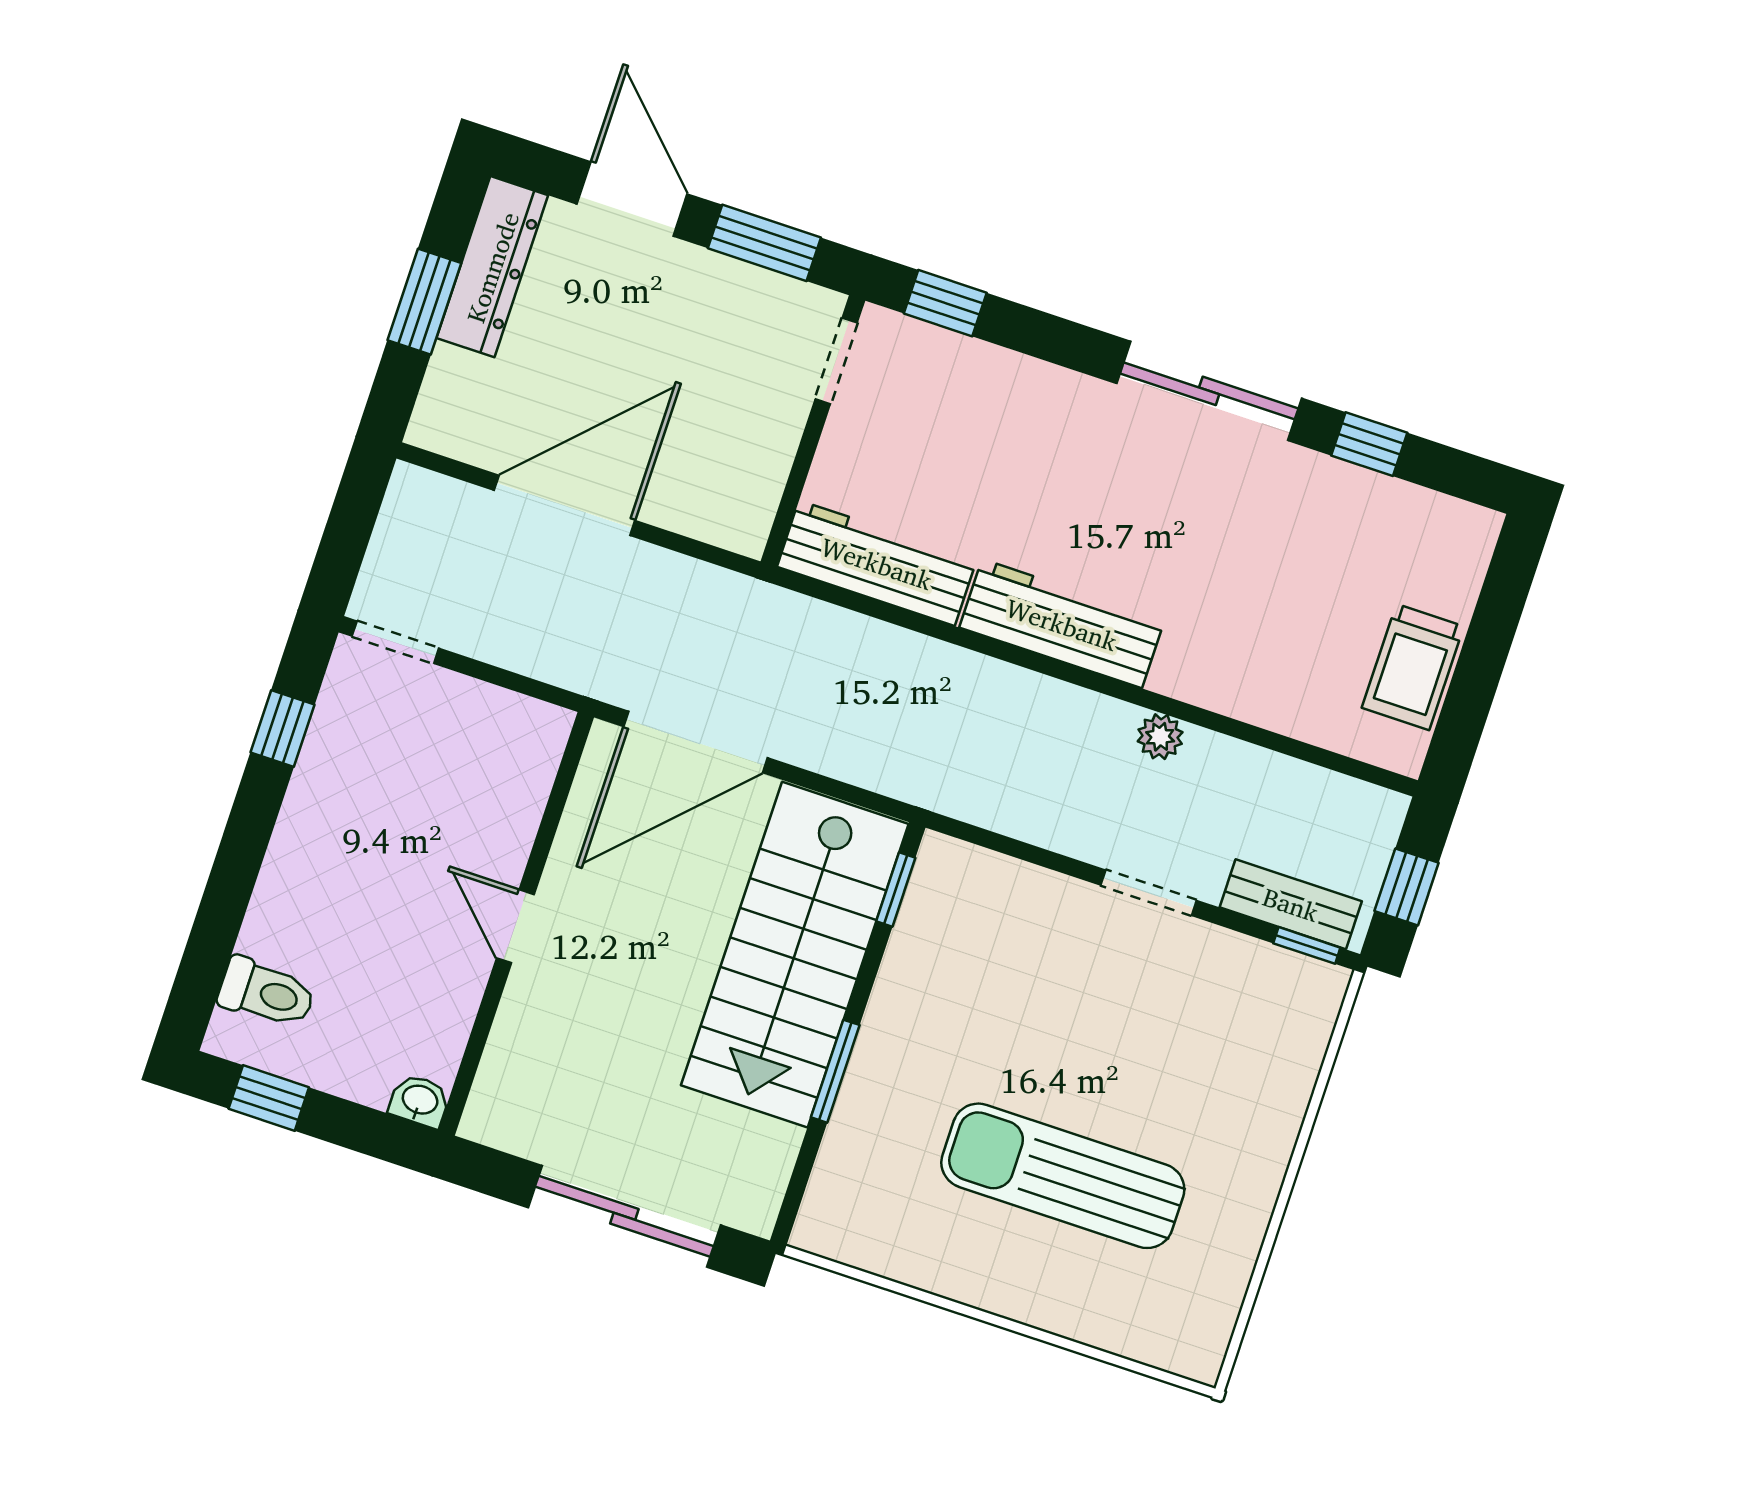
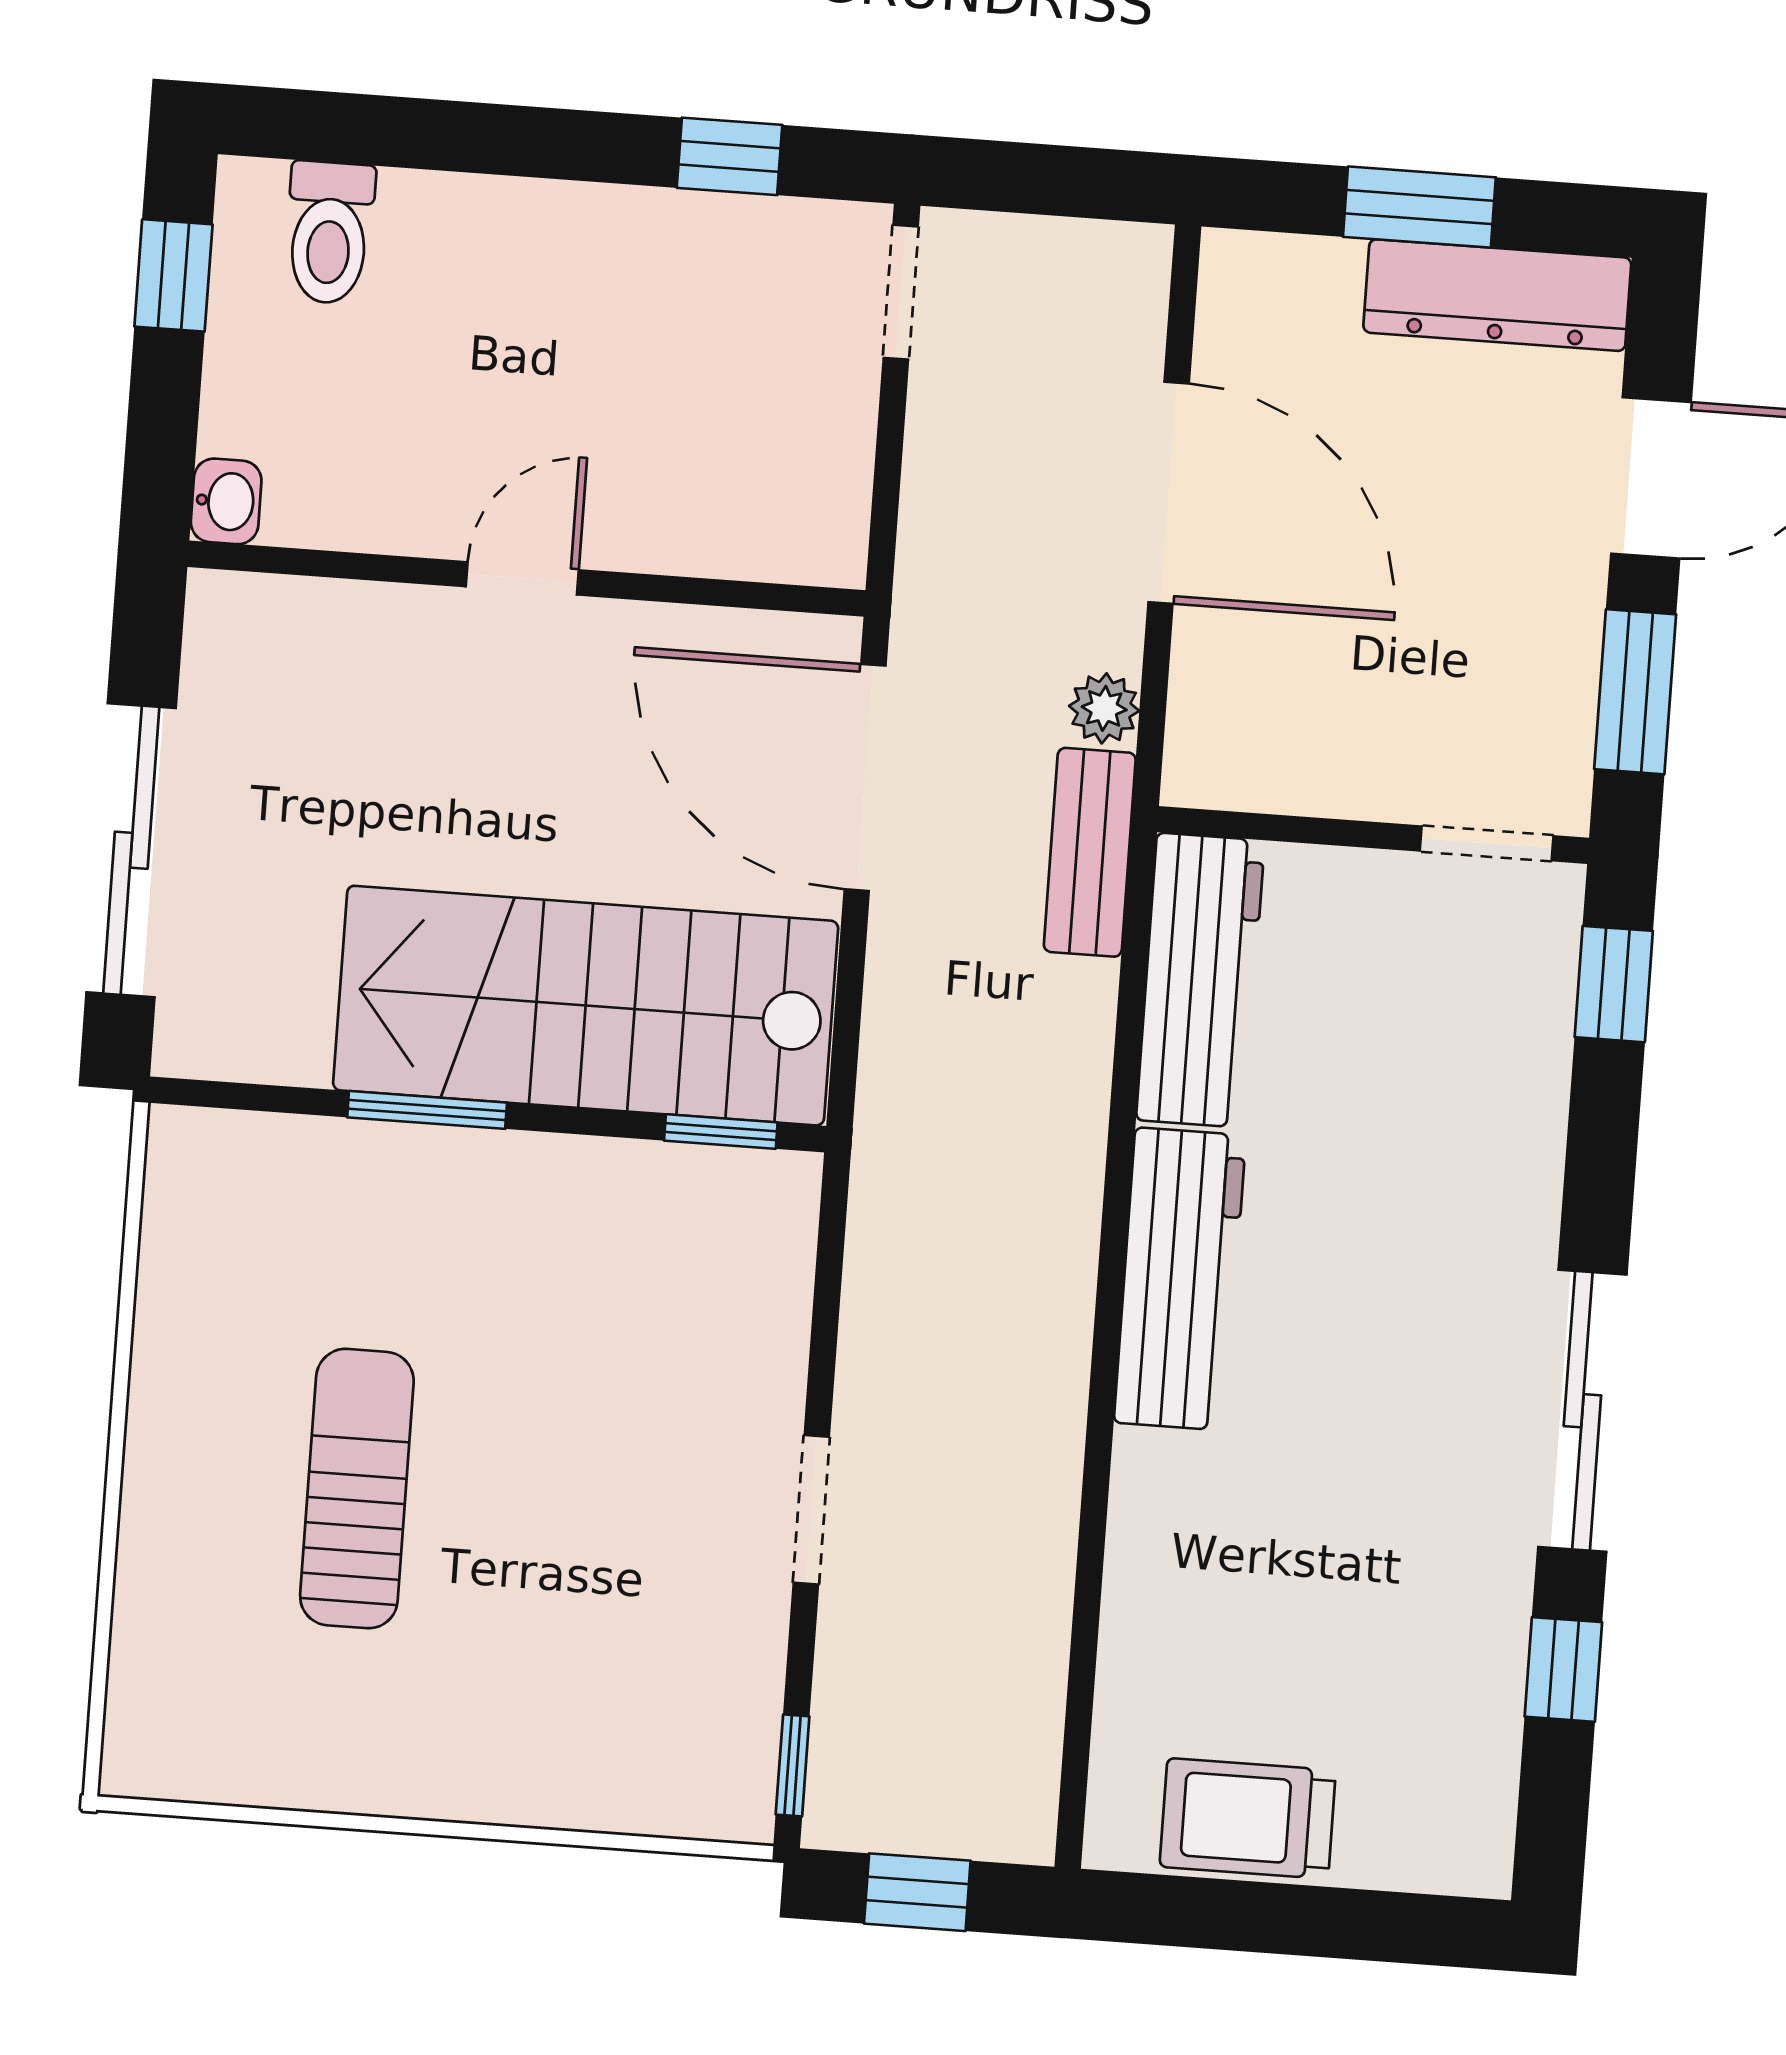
plant: (1160, 737) -> (1104, 708), moved
bench: (1291, 904) -> (1090, 852), moved
sun lounger: (1063, 1176) -> (357, 1489), width x0.73, depth x0.75

